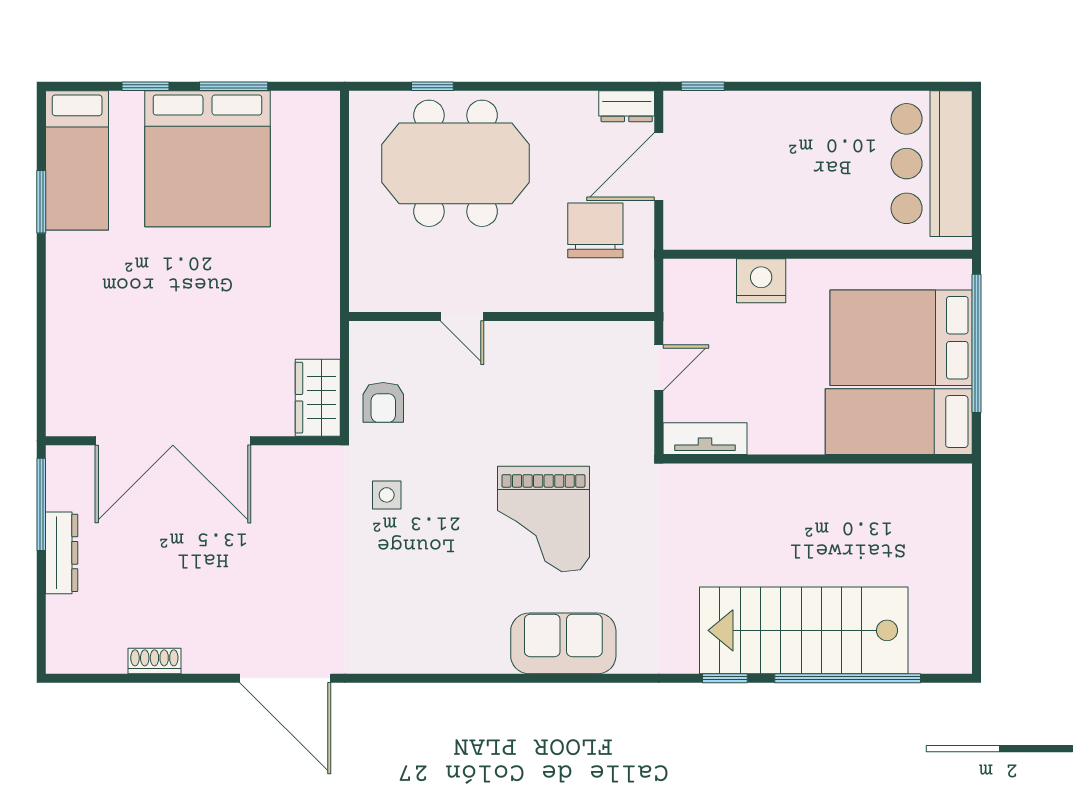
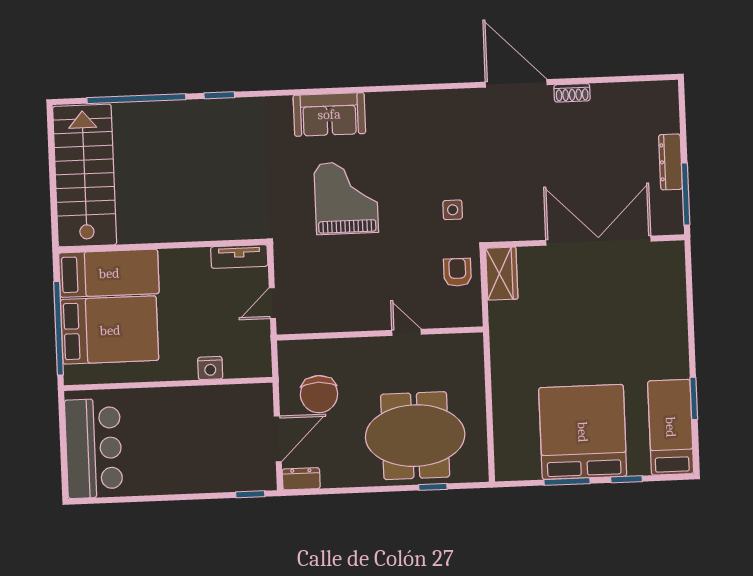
nightstand: (761, 281) -> (210, 368), width x0.74, depth x0.75
stairs: (804, 630) -> (85, 176), moved, turned -90
shoe rack: (154, 661) -> (572, 93), moved

